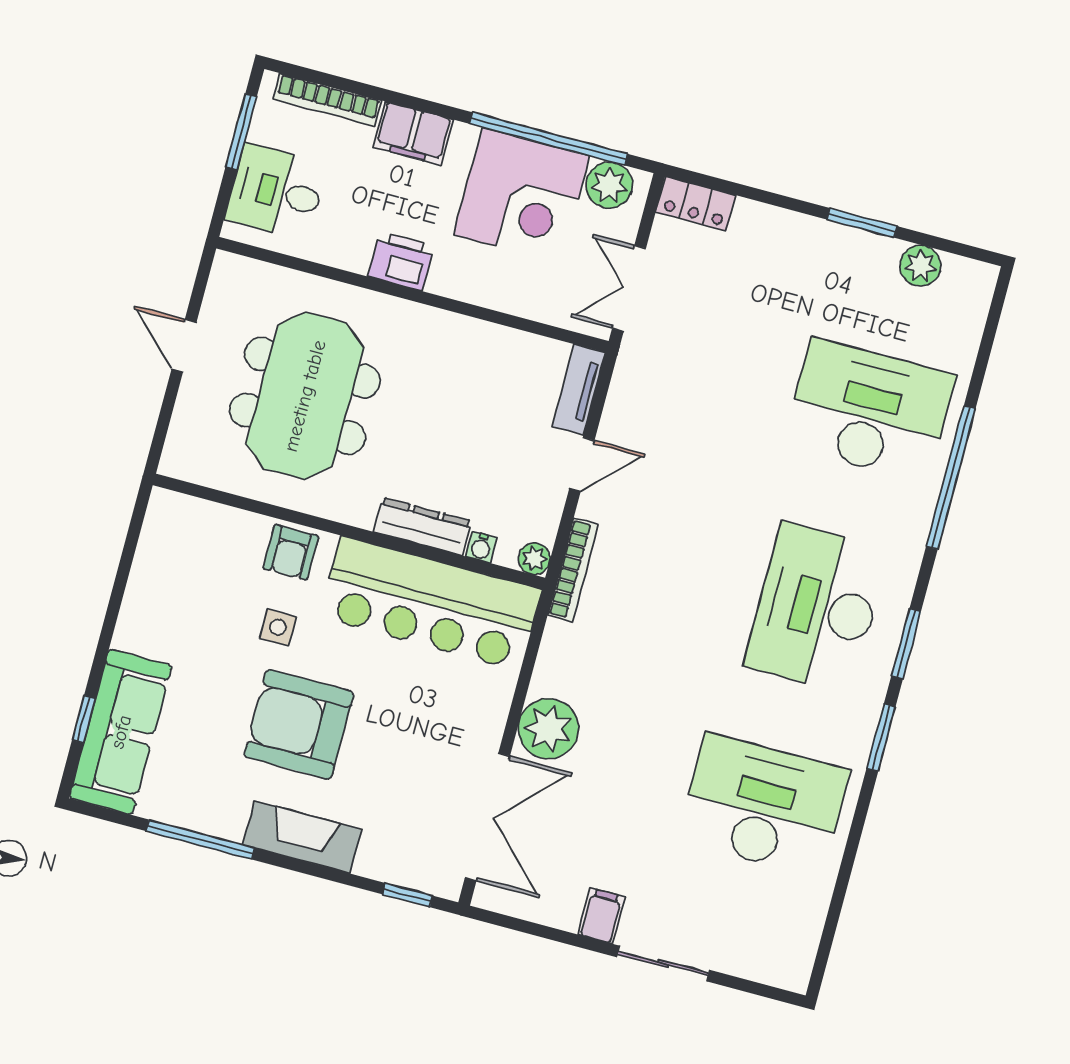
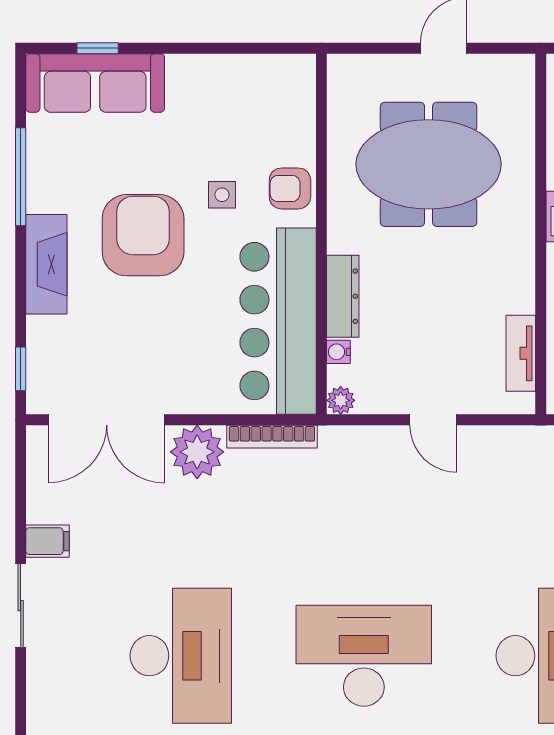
tv unit: (579, 390) -> (521, 353), moved, turned -90
bookcase: (573, 570) -> (272, 437), moved

